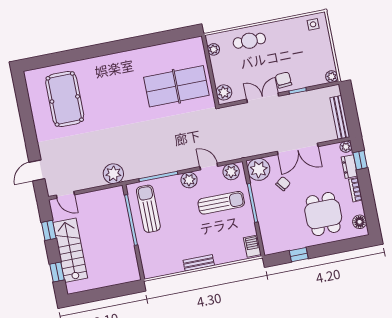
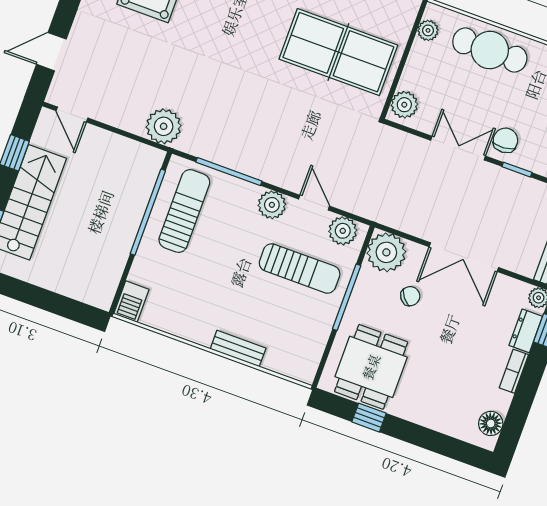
cafe table: (249, 41) -> (490, 50), width x1.37, depth x1.35
dining table: (323, 214) -> (371, 367), moved
barbecue: (252, 246) -> (131, 302), moved, turned 180
bench: (199, 263) -> (238, 349), moved

